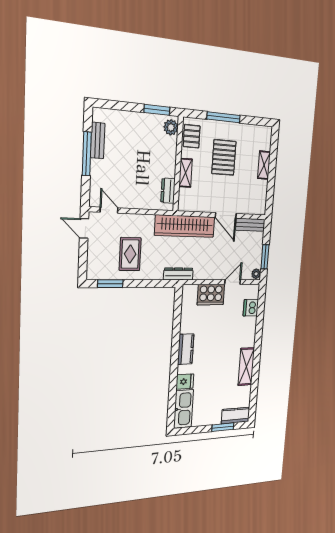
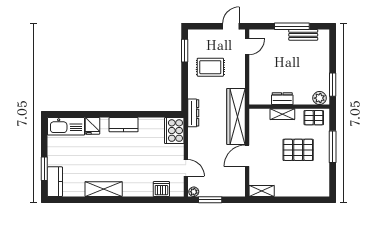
shelving: (264, 165) -> (262, 191), moved
dresser: (168, 191) -> (282, 99), moved
bench: (250, 225) -> (239, 182), removed
cooker: (211, 295) -> (174, 131), moved

